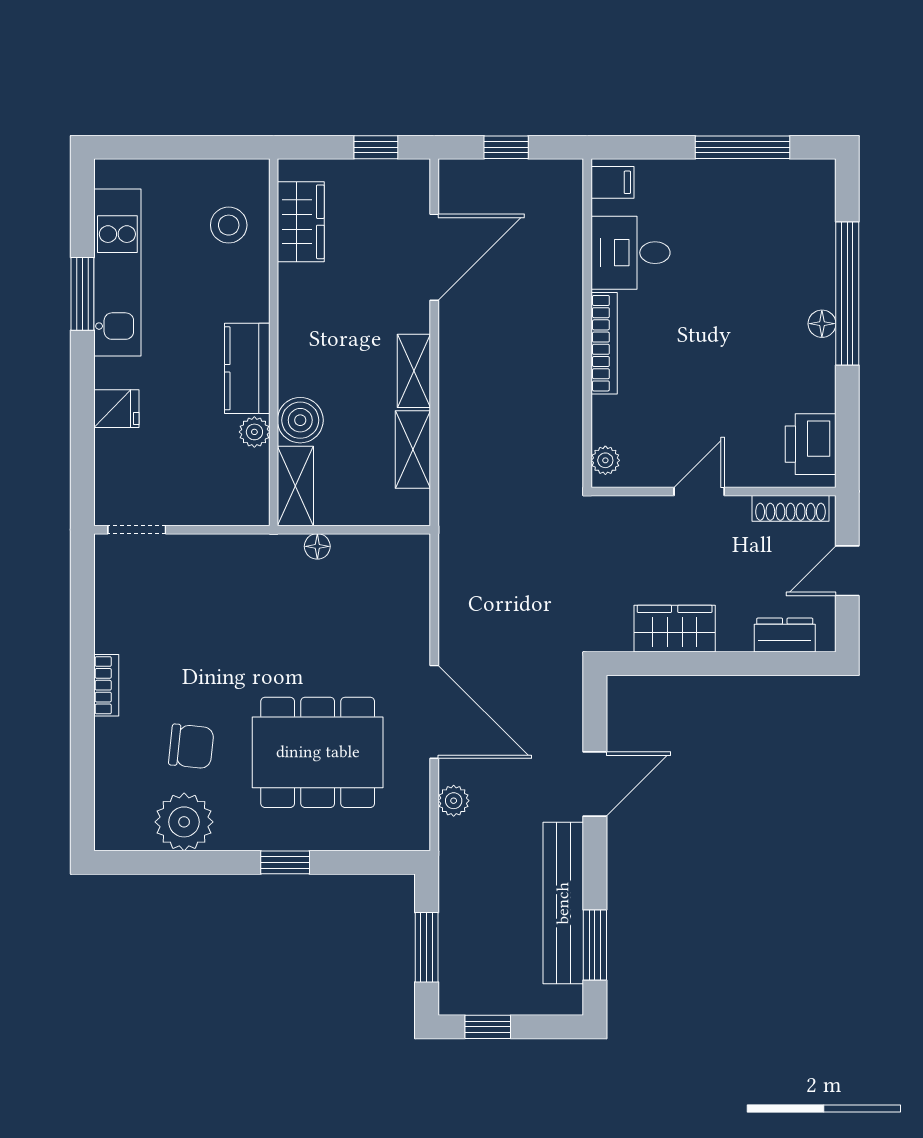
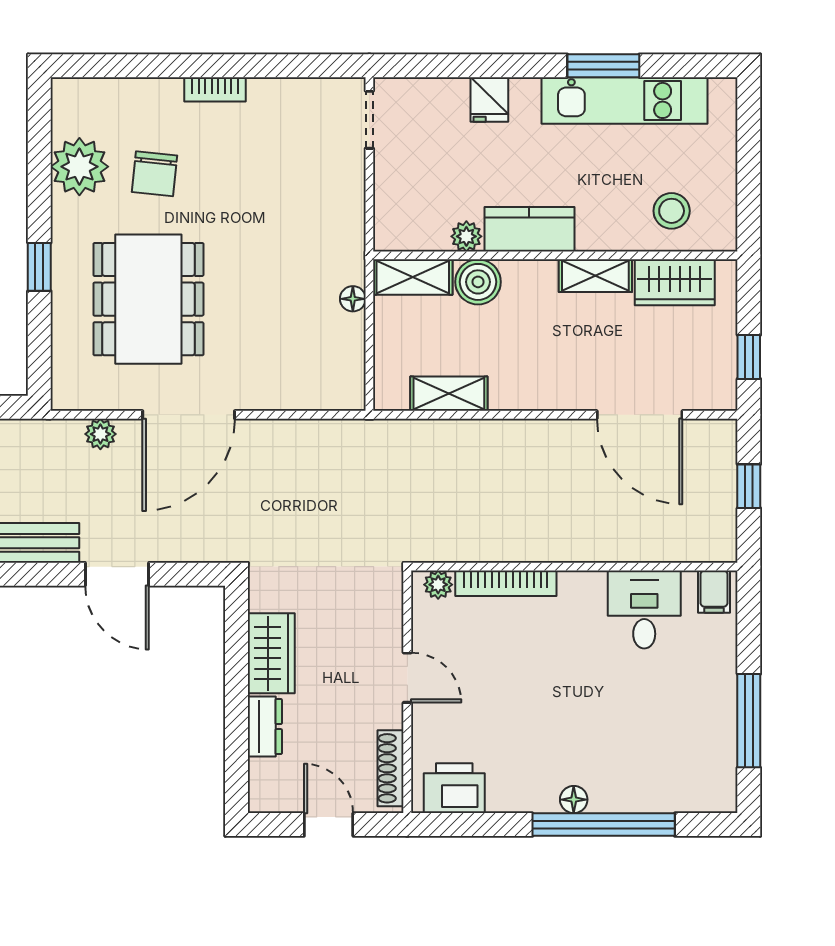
bookcase: (604, 343) -> (506, 583), moved
shelving: (414, 371) -> (595, 276), moved
dresser: (785, 635) -> (265, 727), moved

